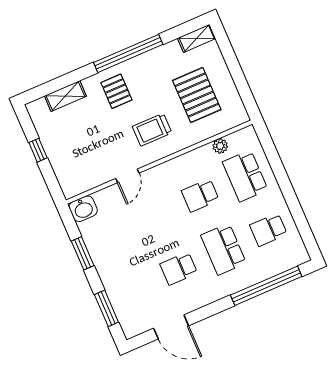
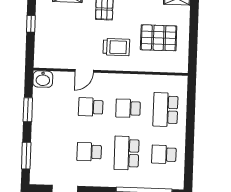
pallet: (197, 95) -> (159, 38), turned 90
trolley: (152, 130) -> (116, 47), turned 180
plant: (220, 146) -> (158, 81), removed
school desk: (155, 215) -> (91, 107), added

